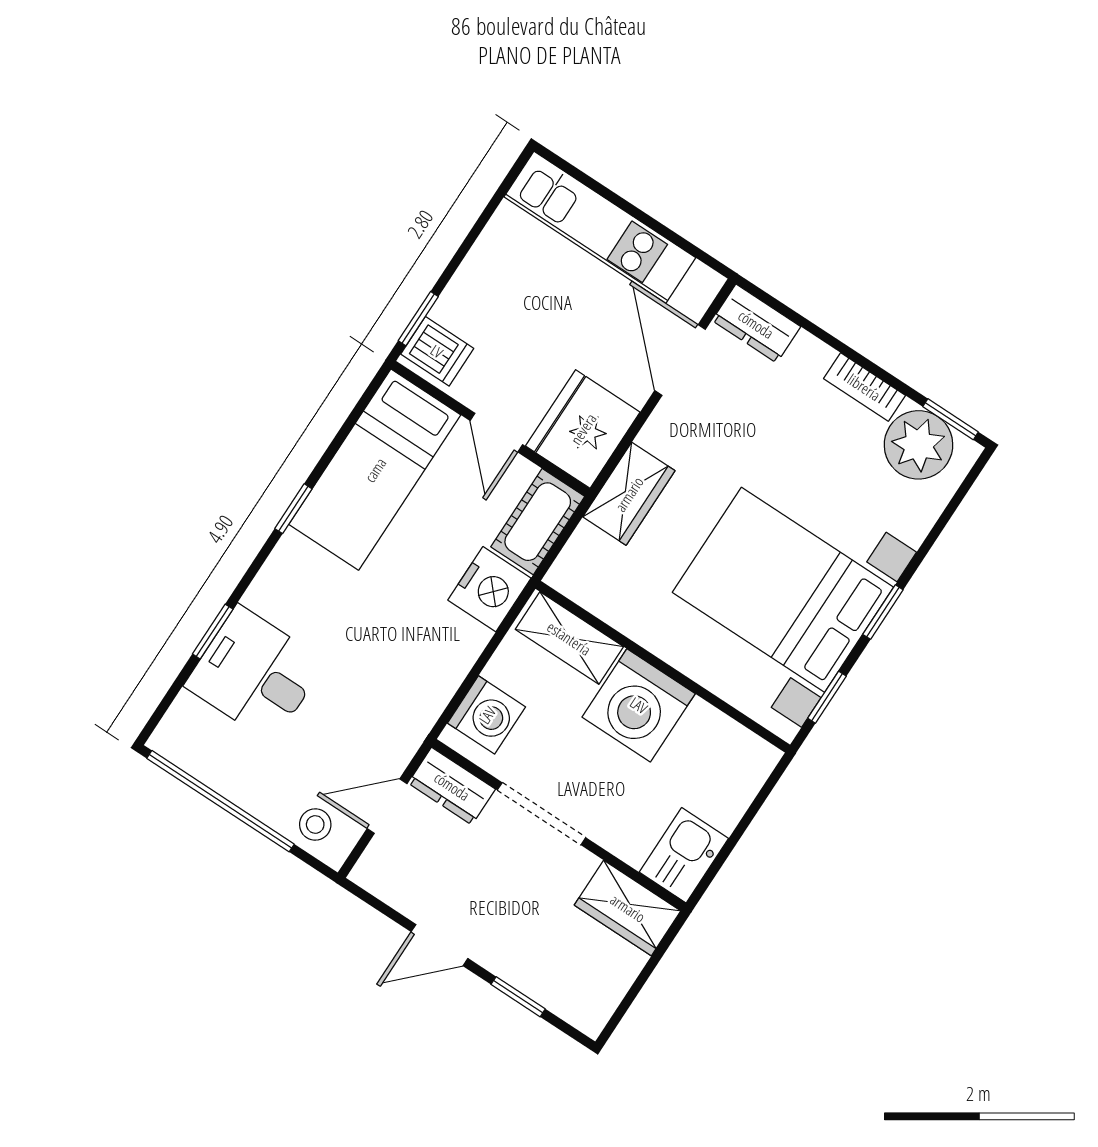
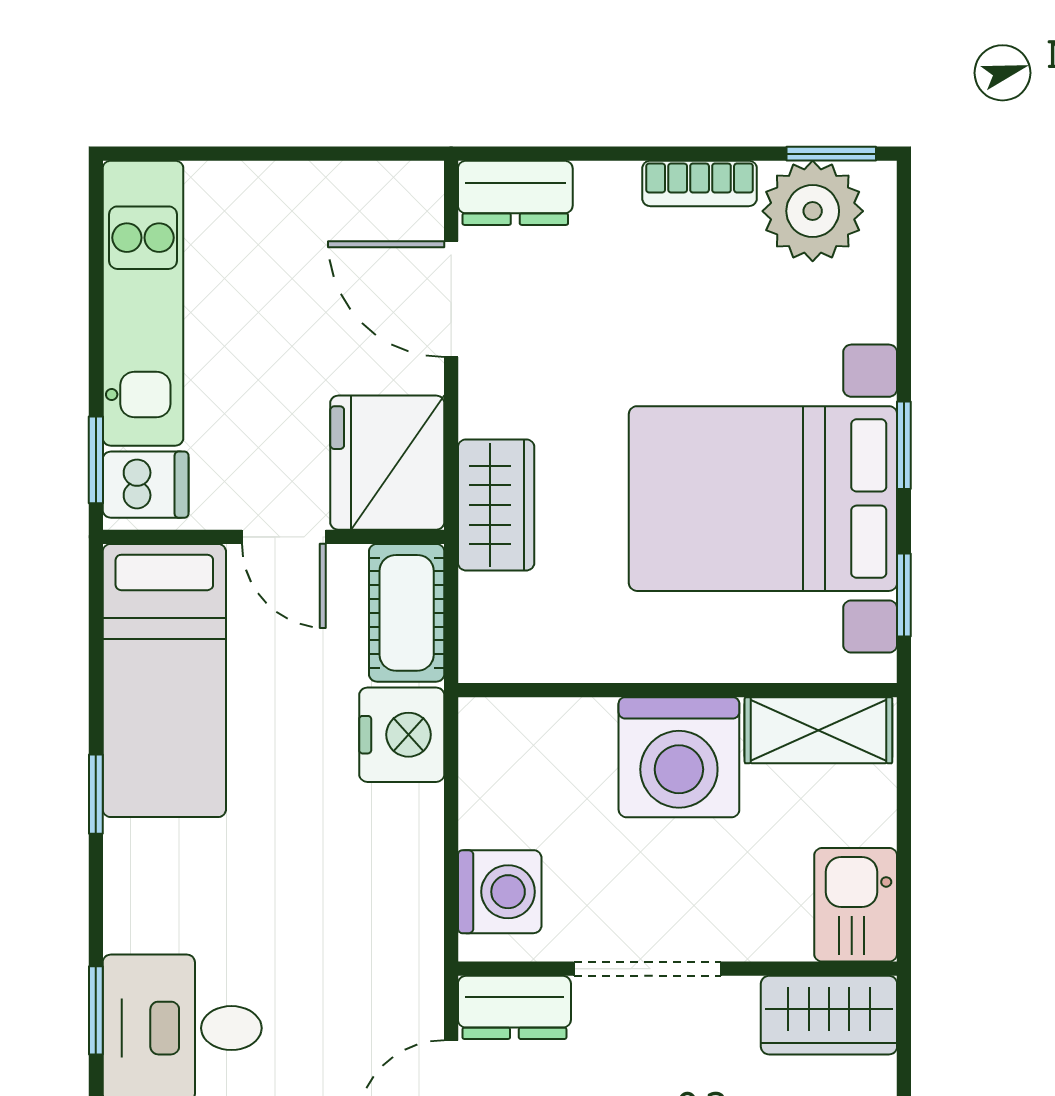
kitchen unit: (600, 227) -> (143, 303), moved, turned -90
shelving: (569, 638) -> (818, 730), moved

